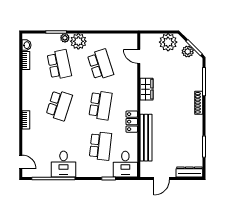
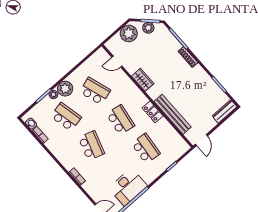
desk: (64, 164) -> (128, 187), width x1.37
desk: (125, 164) -> (175, 146), removed
door: (162, 179) -> (201, 140), moved

